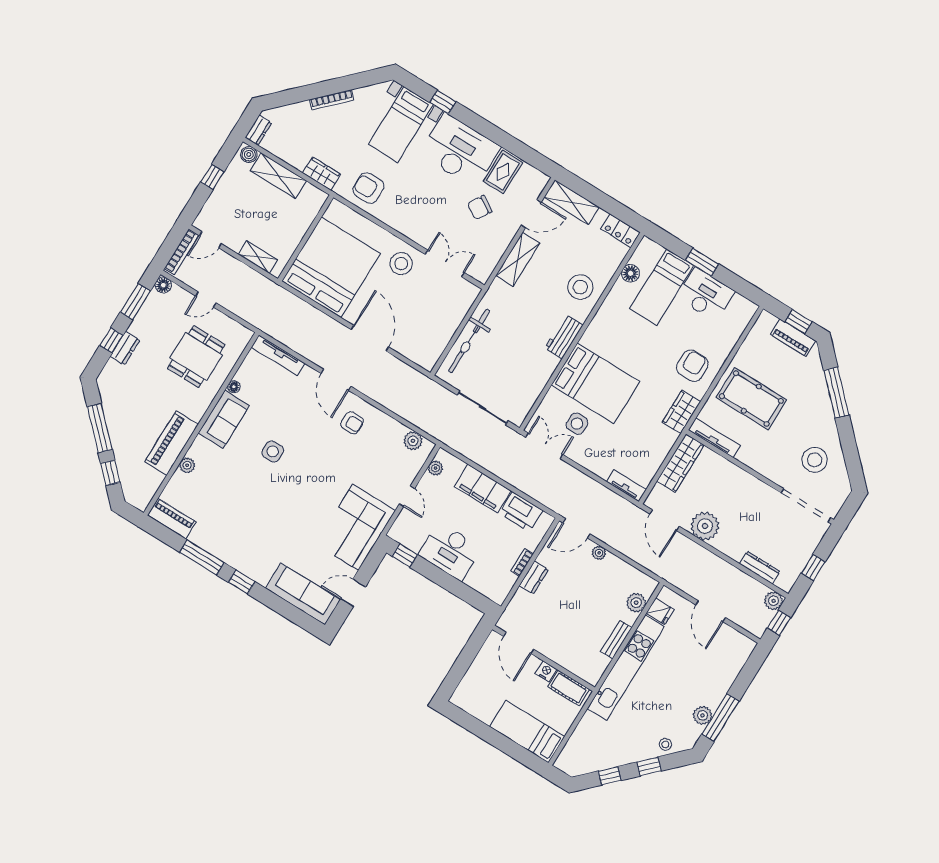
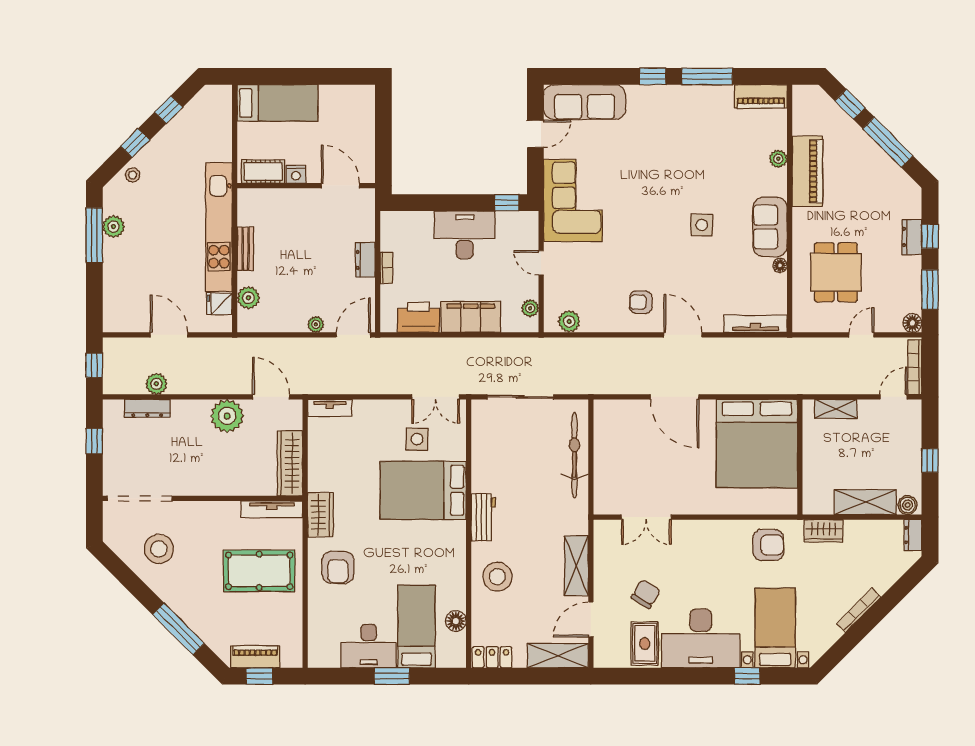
stool: (401, 264) -> (689, 490), removed
plant: (774, 601) -> (156, 384), moved

